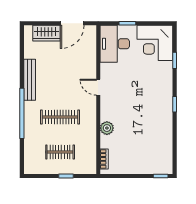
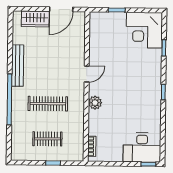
desk: (115, 44) -> (142, 147), moved, turned -90
door: (98, 87) -> (87, 74), swing flipped
plant: (107, 128) -> (95, 103), moved

